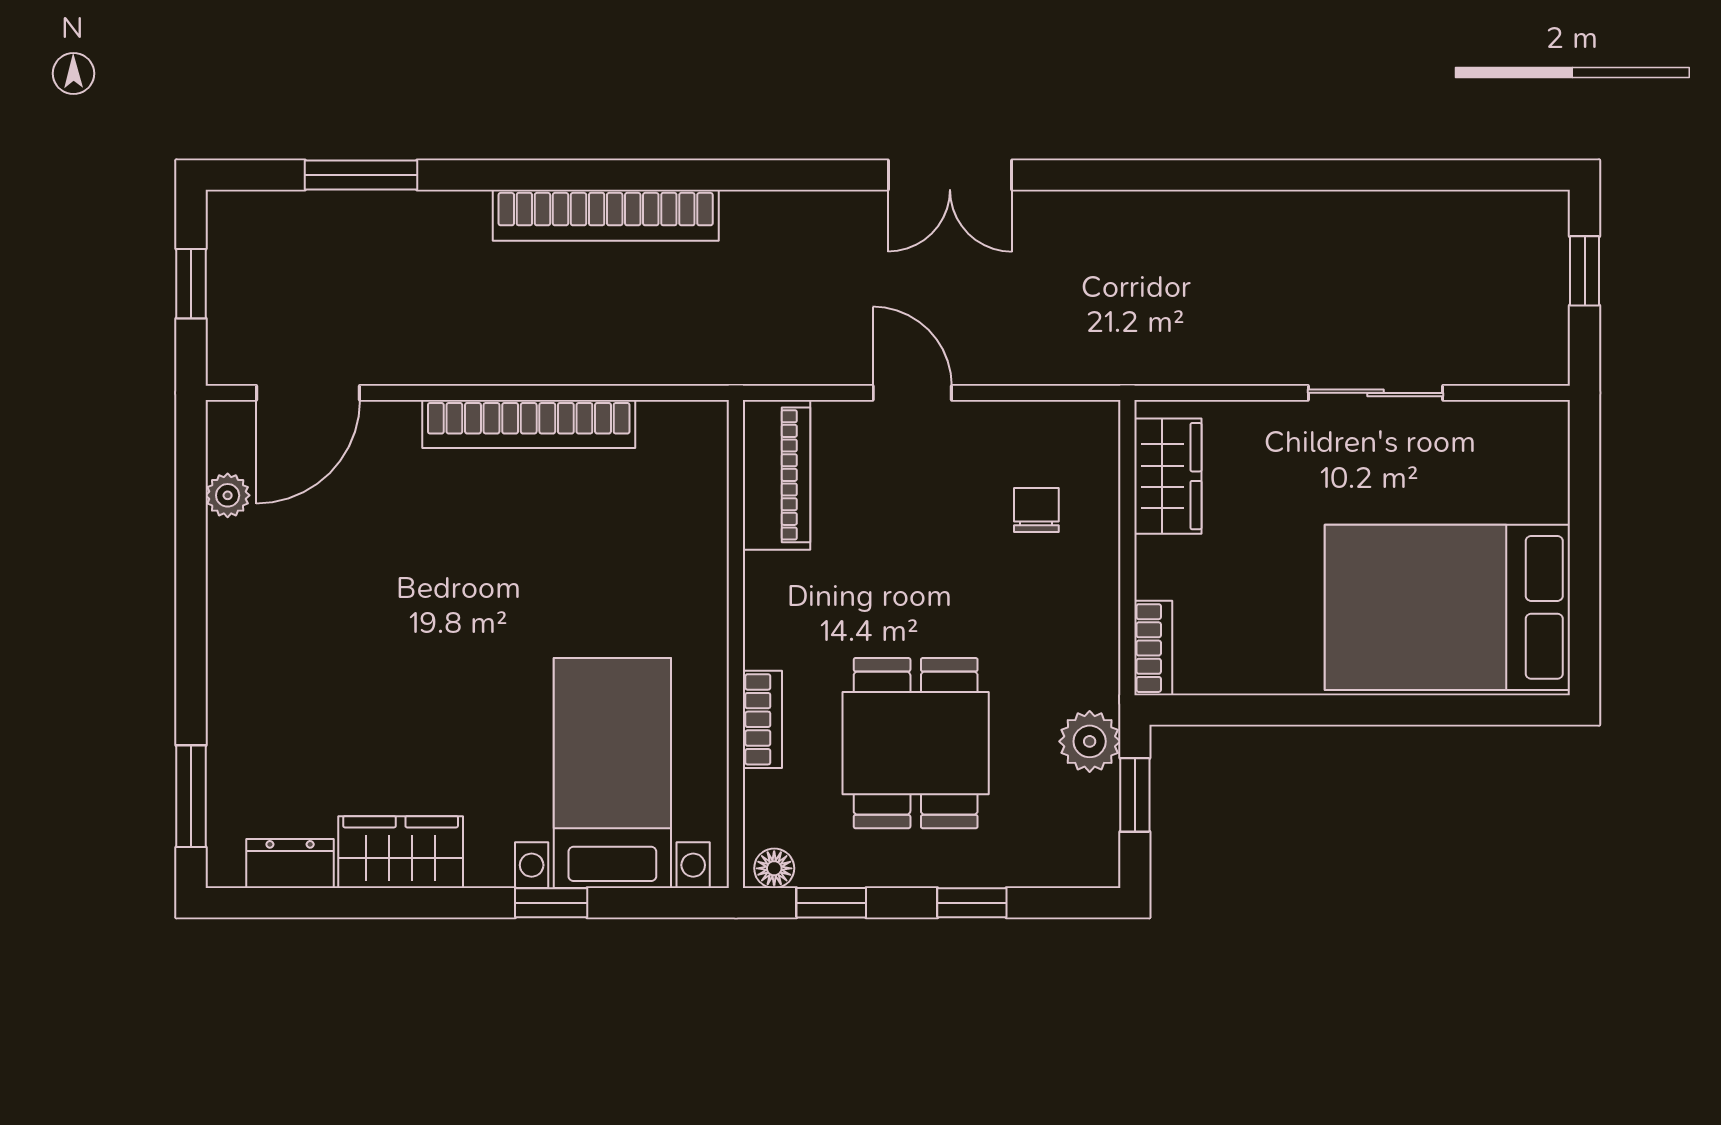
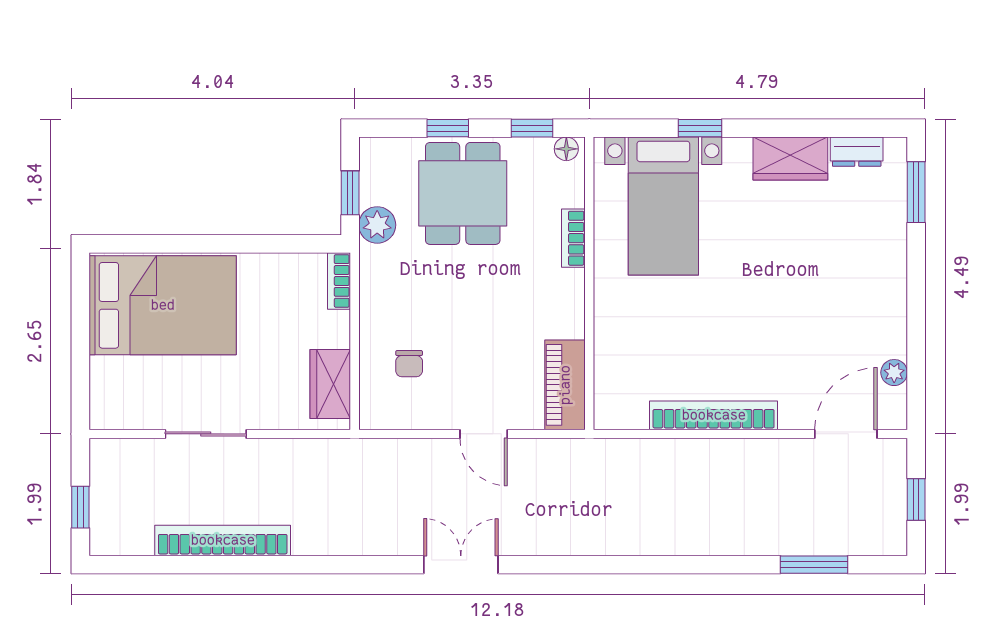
bookcase: (606, 215) -> (223, 540), moved
dining table: (916, 743) -> (463, 193), moved

